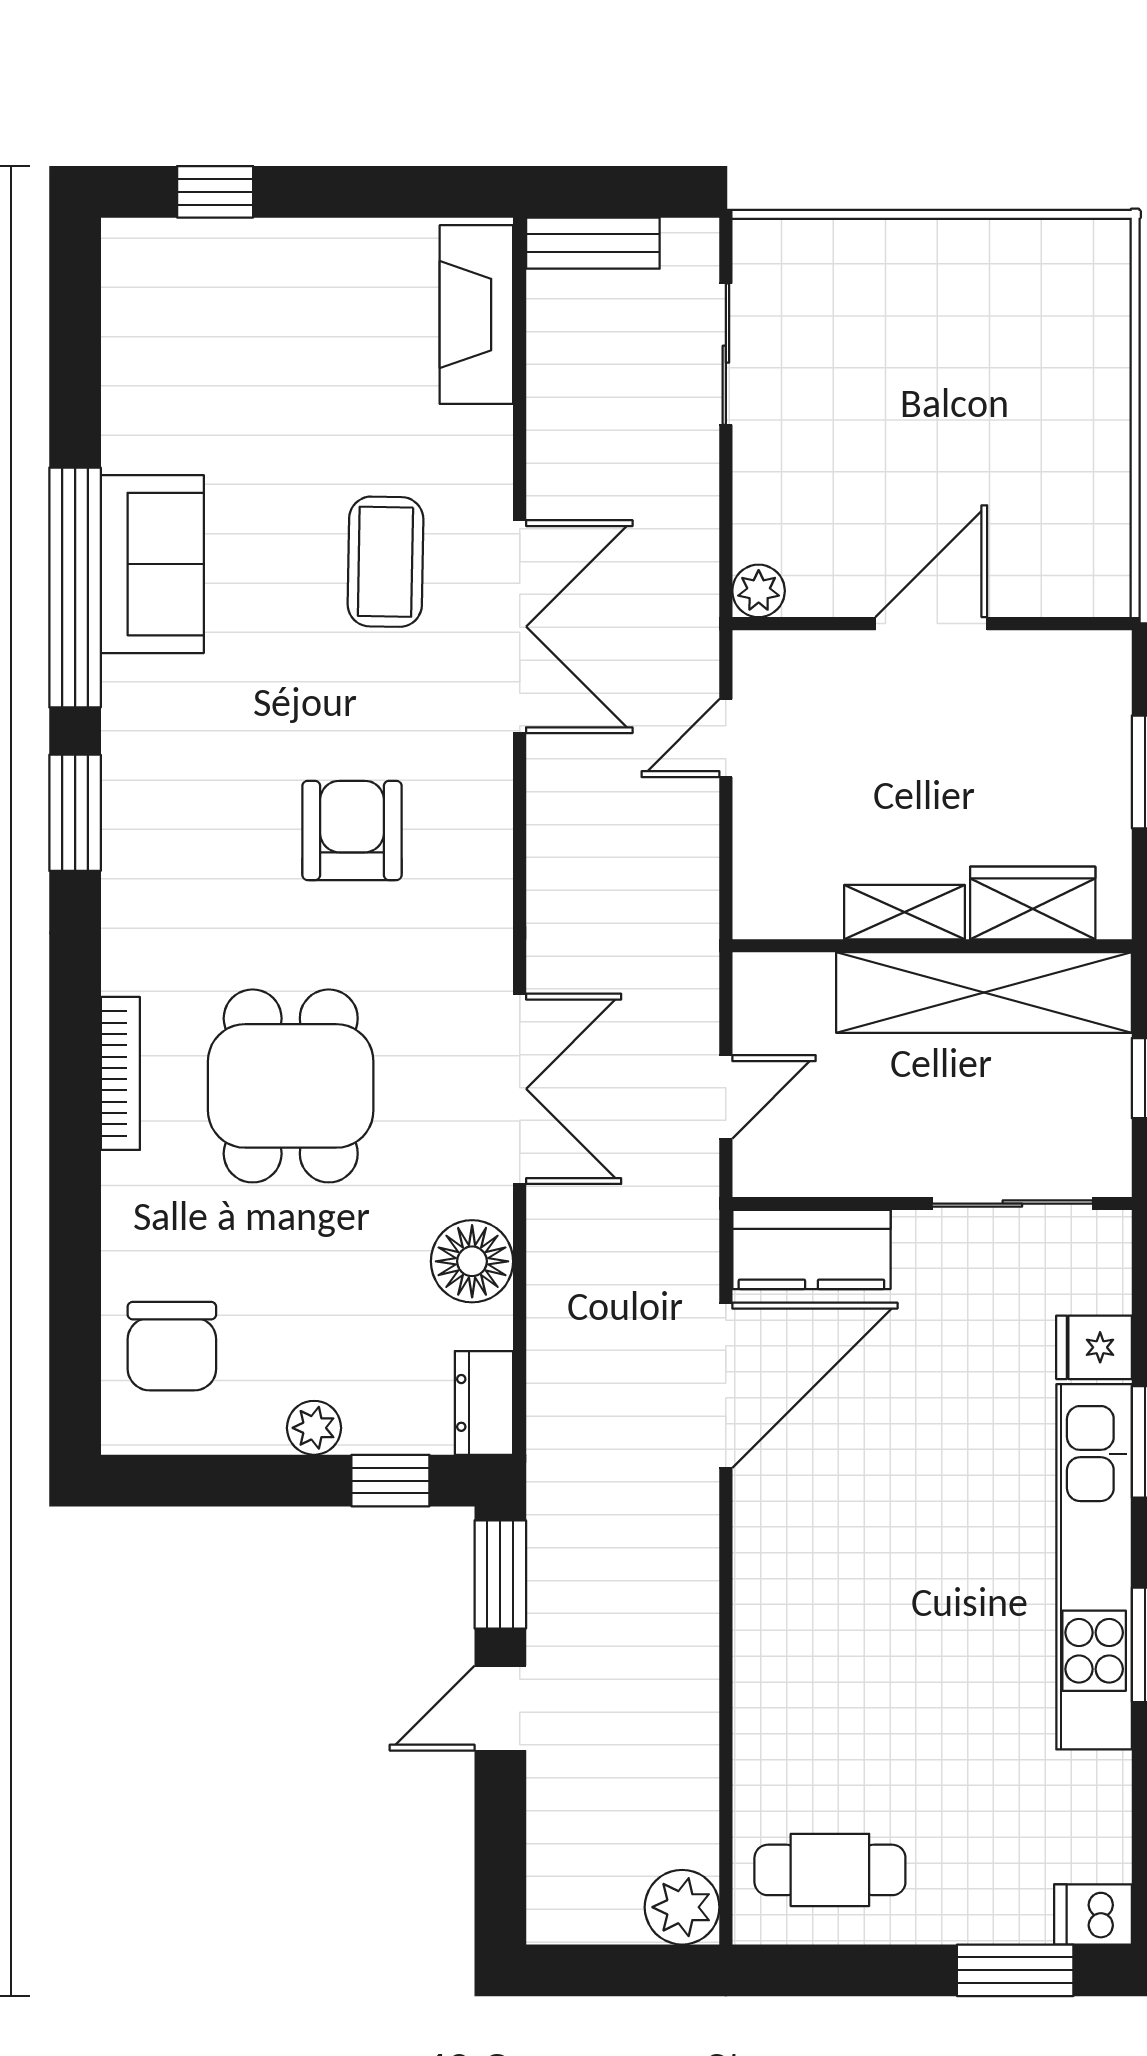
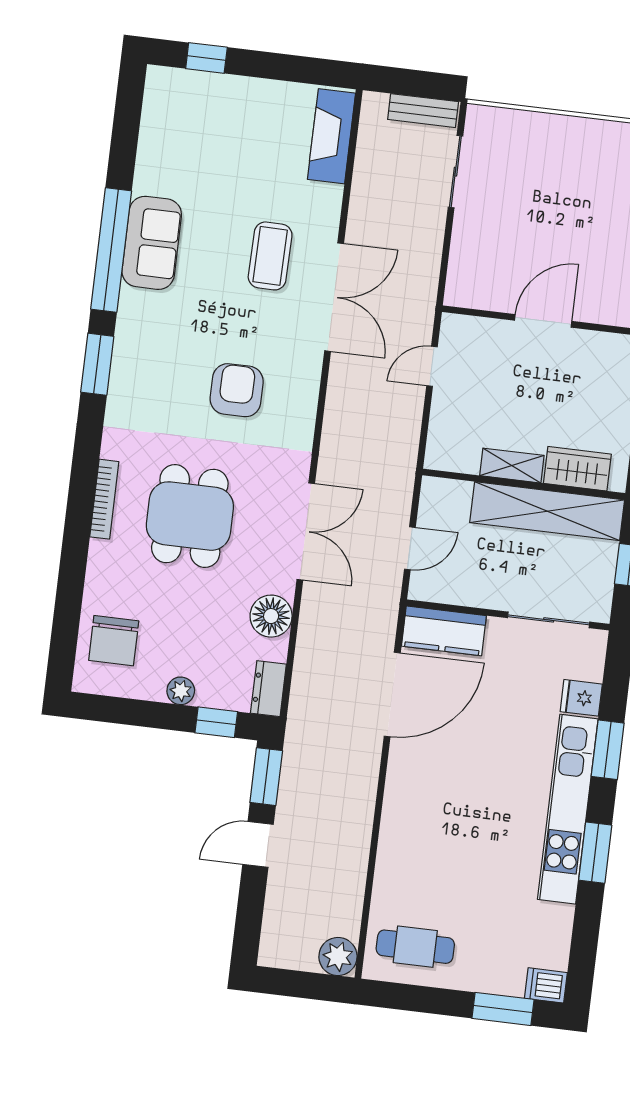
bench: (593, 243) -> (423, 111), moved
plant: (759, 591) -> (458, 294), removed

